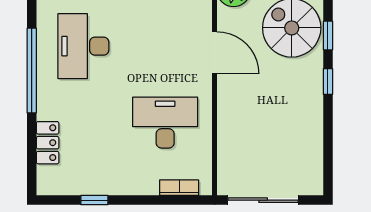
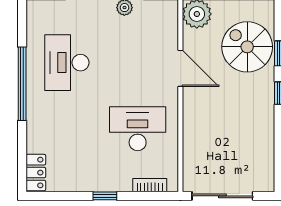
locker: (48, 143) -> (36, 173), moved
window: (94, 200) -> (105, 196), moved

